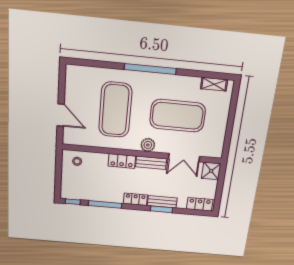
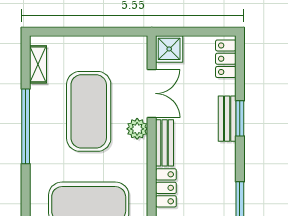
window: (150, 69) -> (26, 126), moved
plant: (148, 145) -> (137, 129), moved
locker: (135, 199) -> (227, 161), removed

